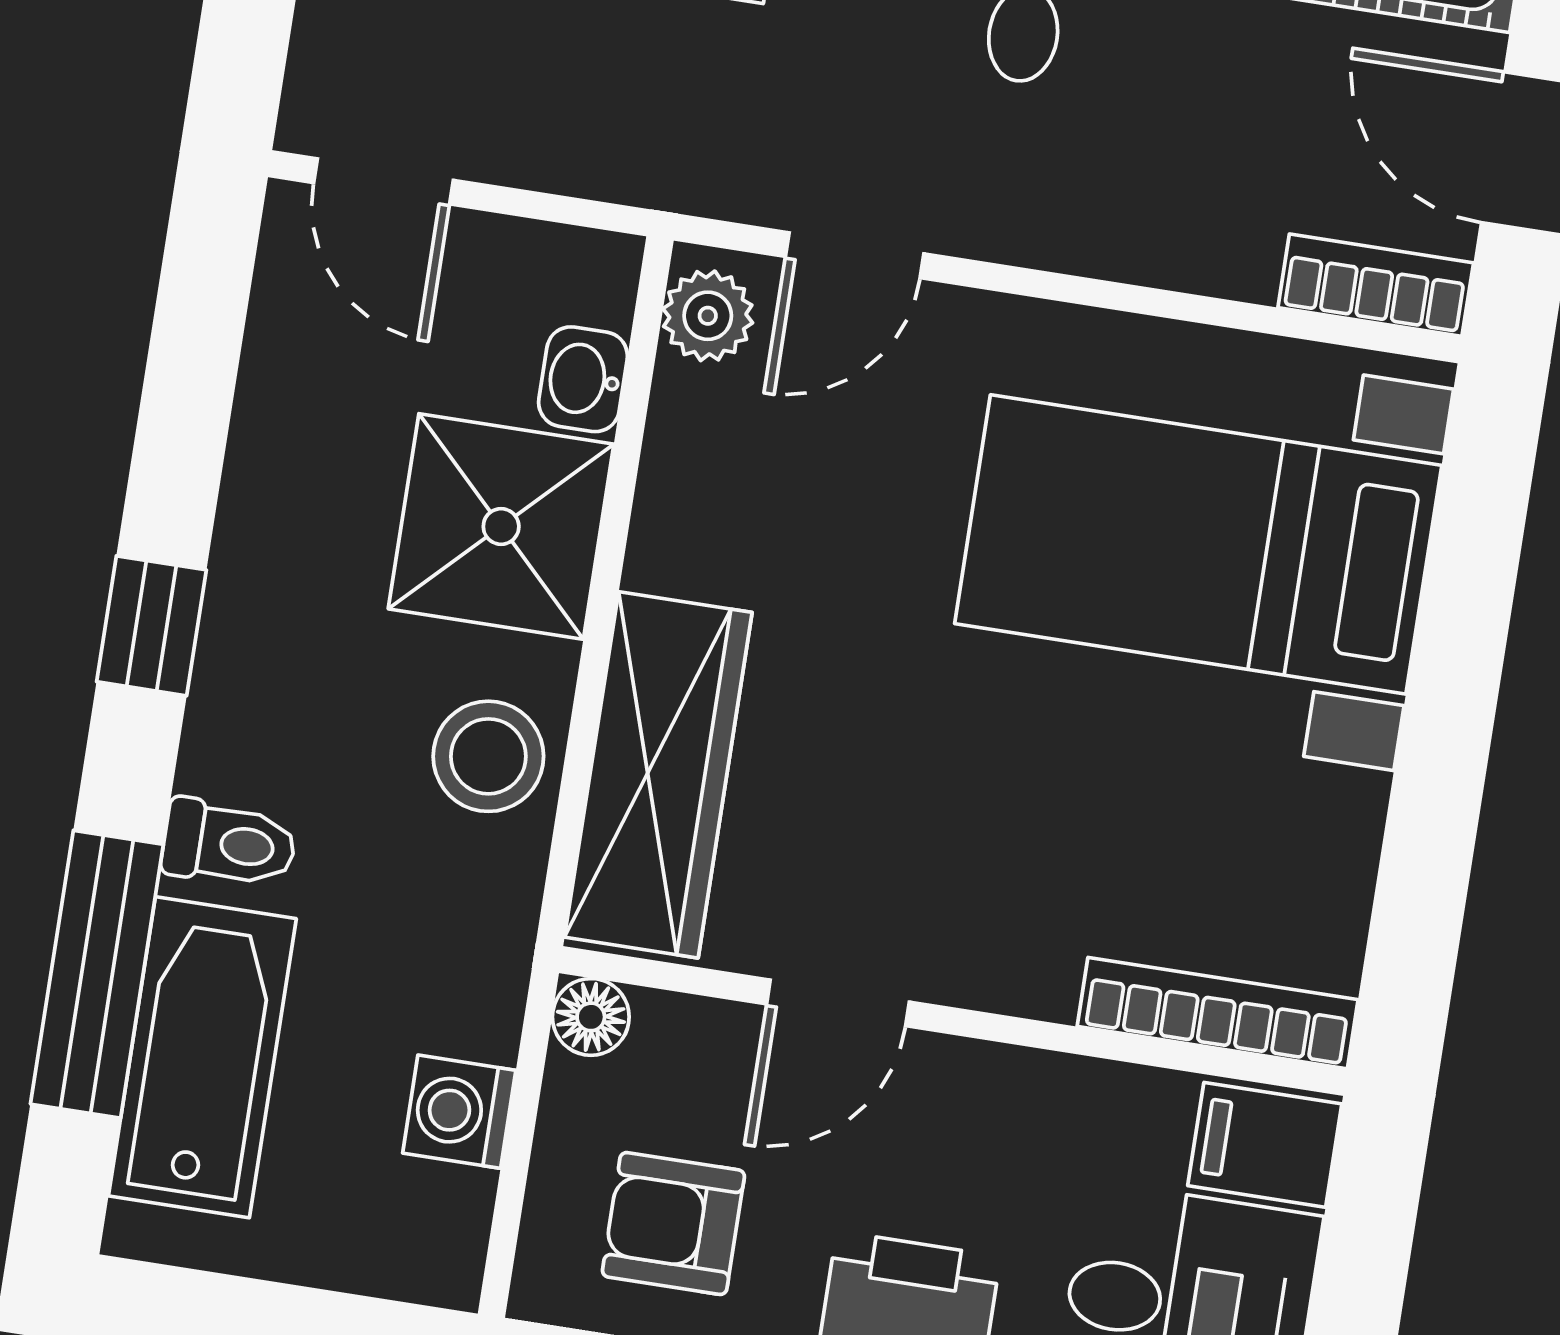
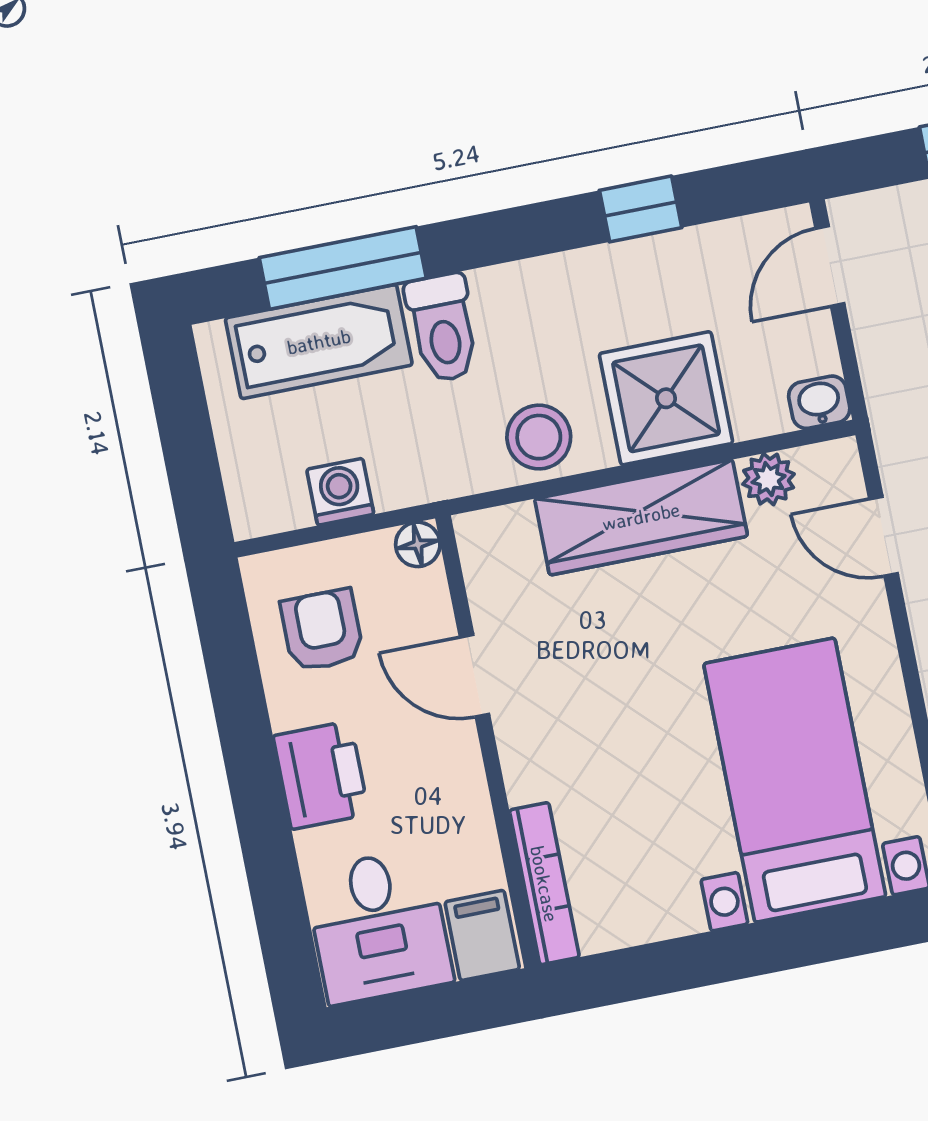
plant: (708, 316) -> (769, 479), moved
washbasin: (583, 379) -> (819, 402), moved
window: (151, 626) -> (641, 209), moved
wardrobe: (658, 775) -> (641, 517), moved
toilet: (229, 844) -> (443, 328), width x1.37, depth x1.39

